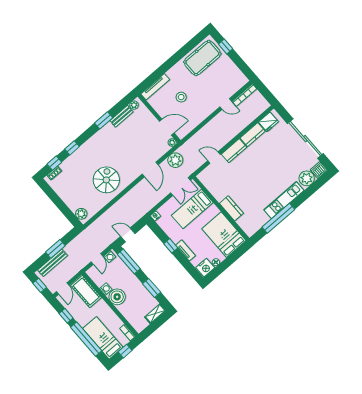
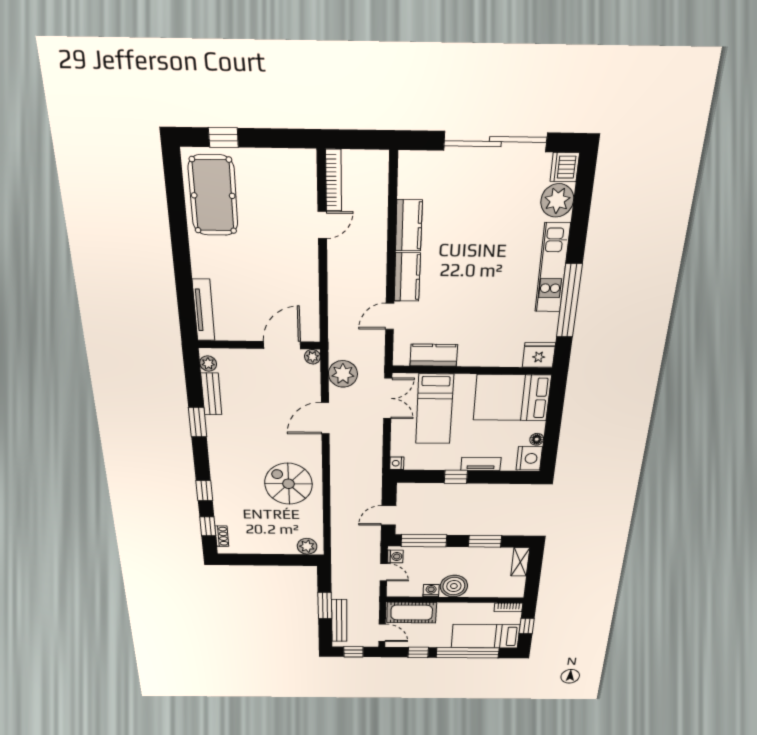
stool: (181, 97) -> (252, 285), removed
fridge: (268, 122) -> (539, 355), moved, turned -90
door: (150, 170) -> (325, 418), swing flipped
kitchen counter: (231, 208) -> (434, 355), moved

